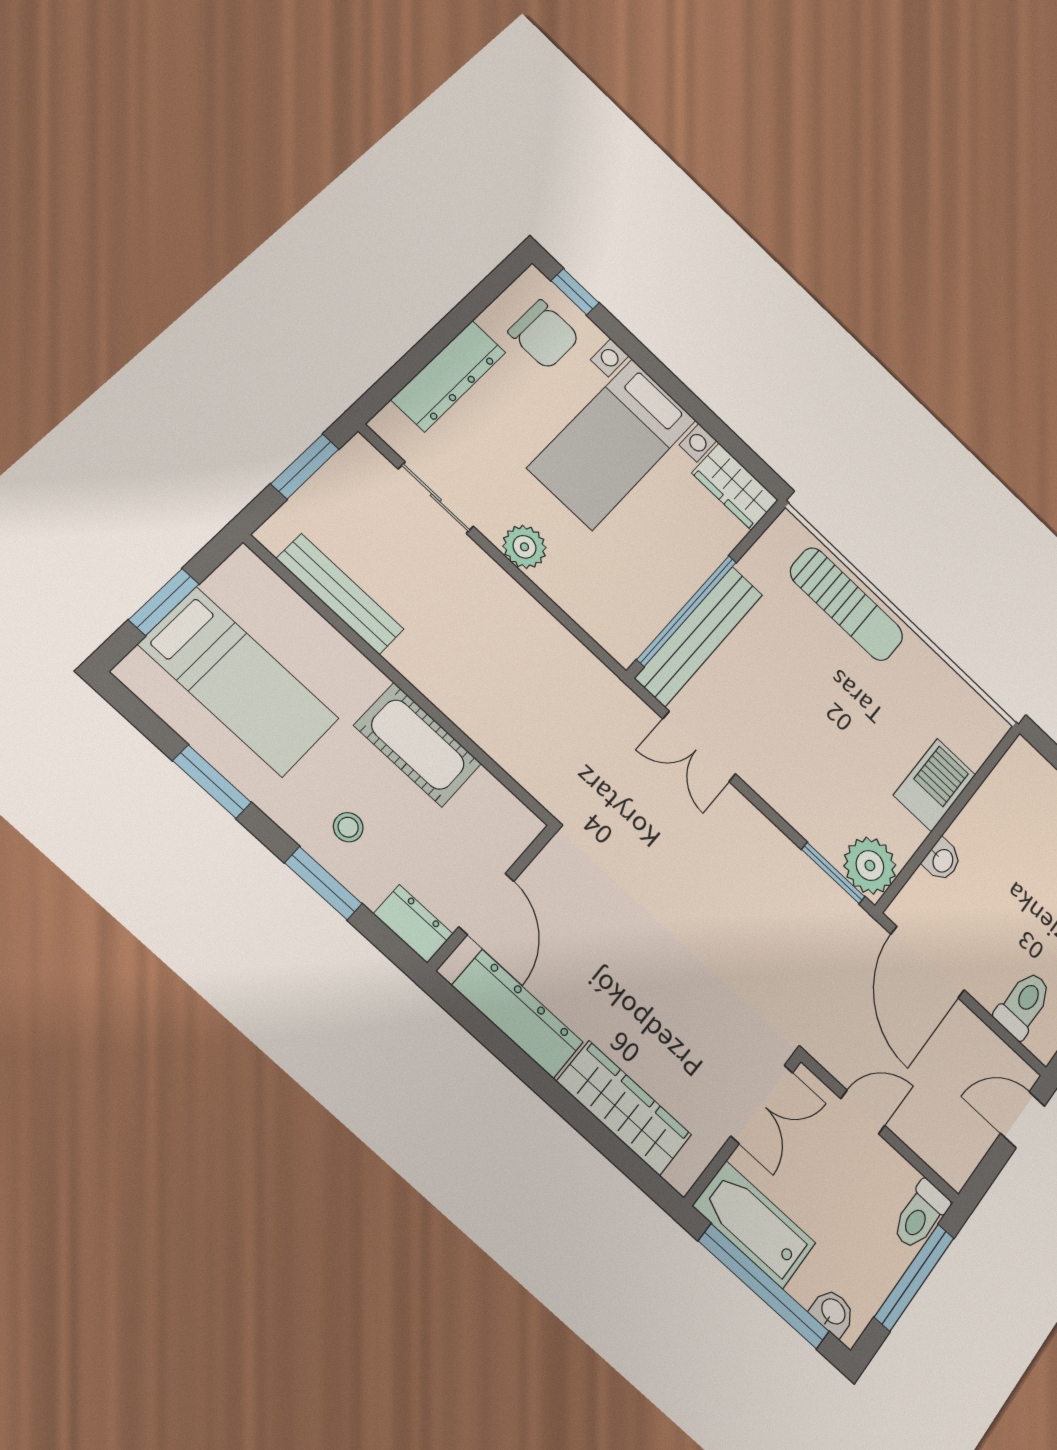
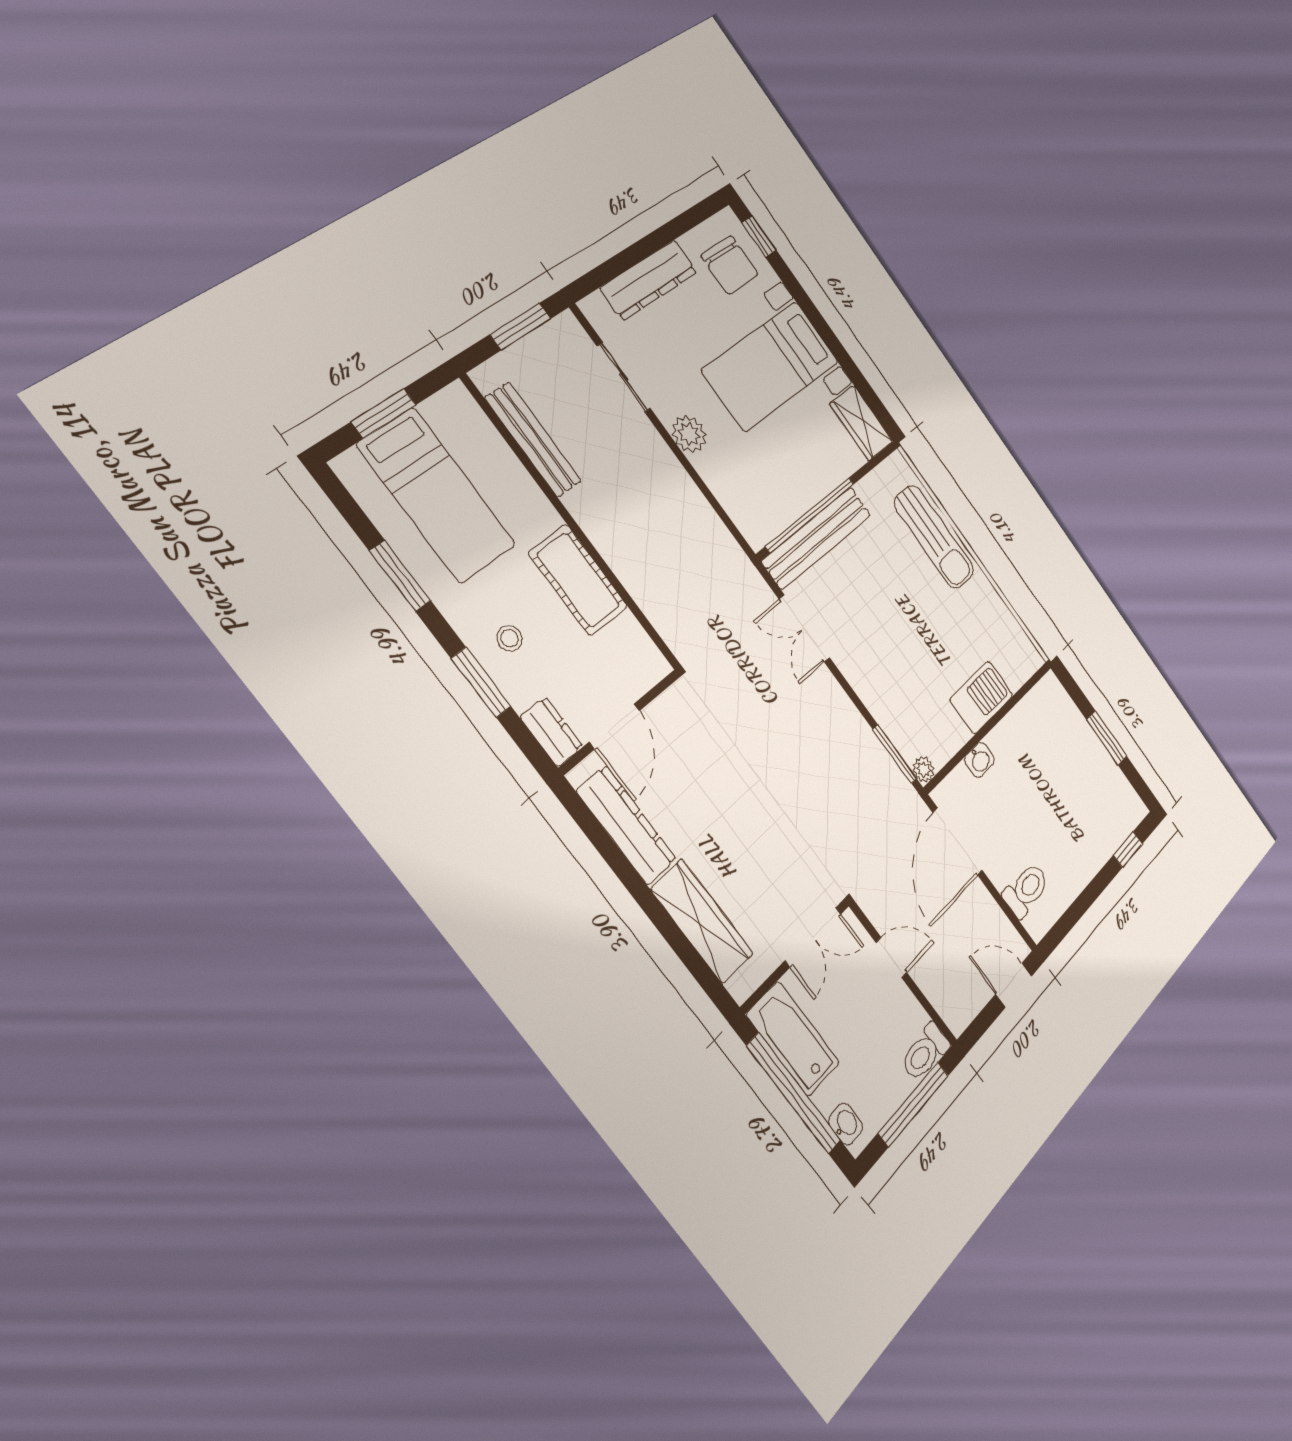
plant: (870, 866) -> (924, 769), width x0.53, depth x0.53

